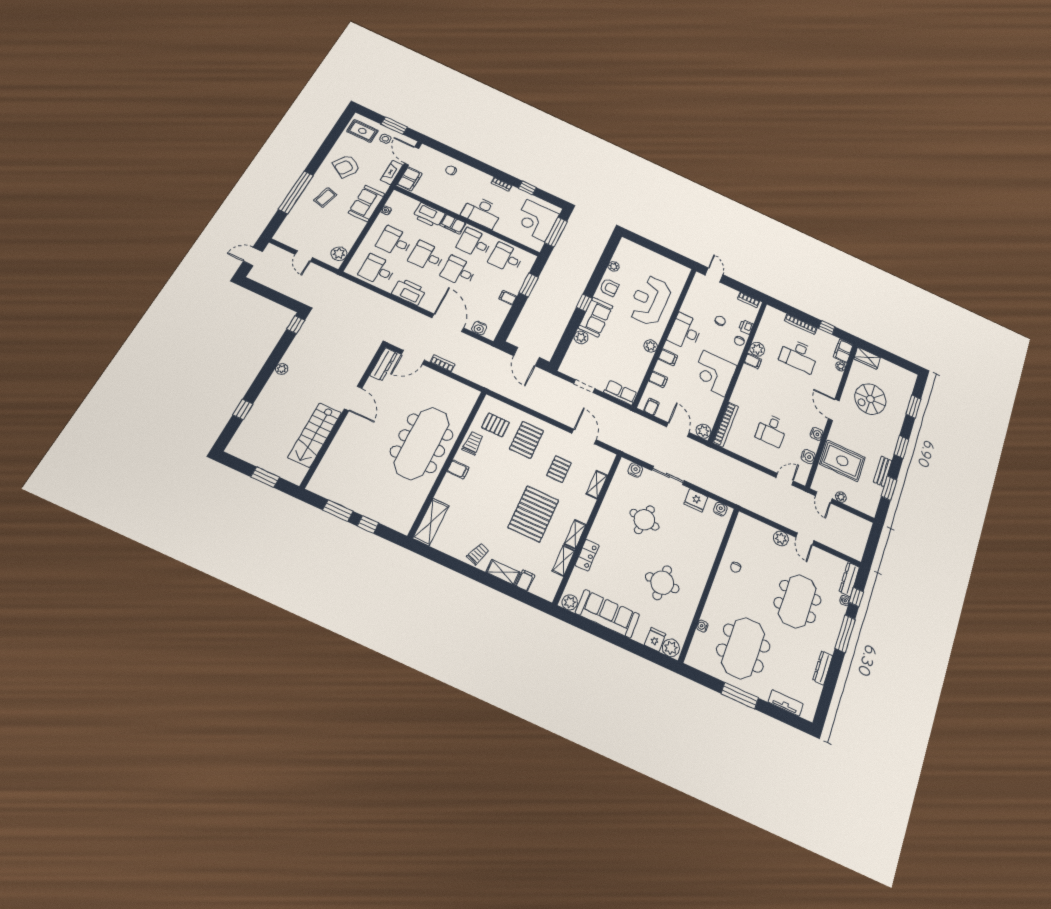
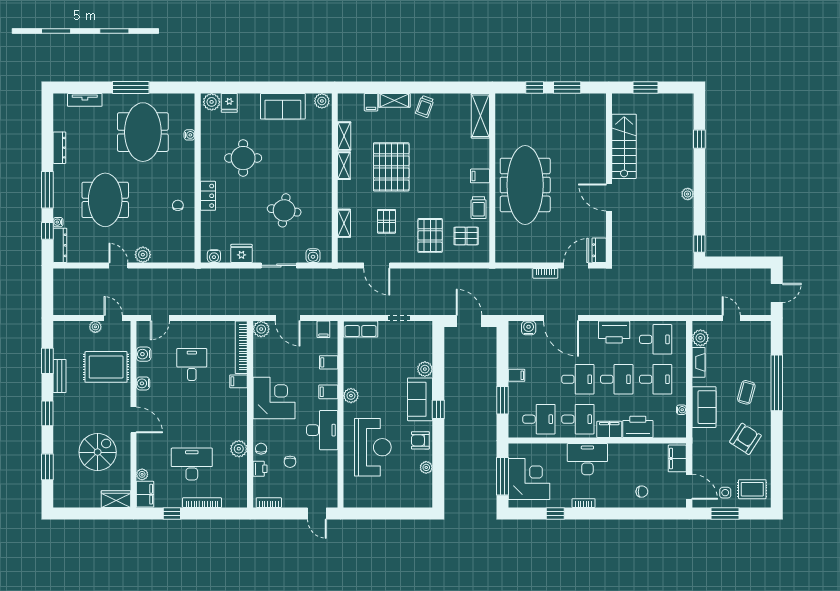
fireplace: (392, 173) -> (699, 362), moved
filing cabinet: (753, 361) -> (239, 381), moved
dresser: (384, 364) -> (599, 250), width x0.70
locker: (587, 555) -> (208, 196), moved, turned 180
sofa: (607, 614) -> (283, 106), width x0.73

